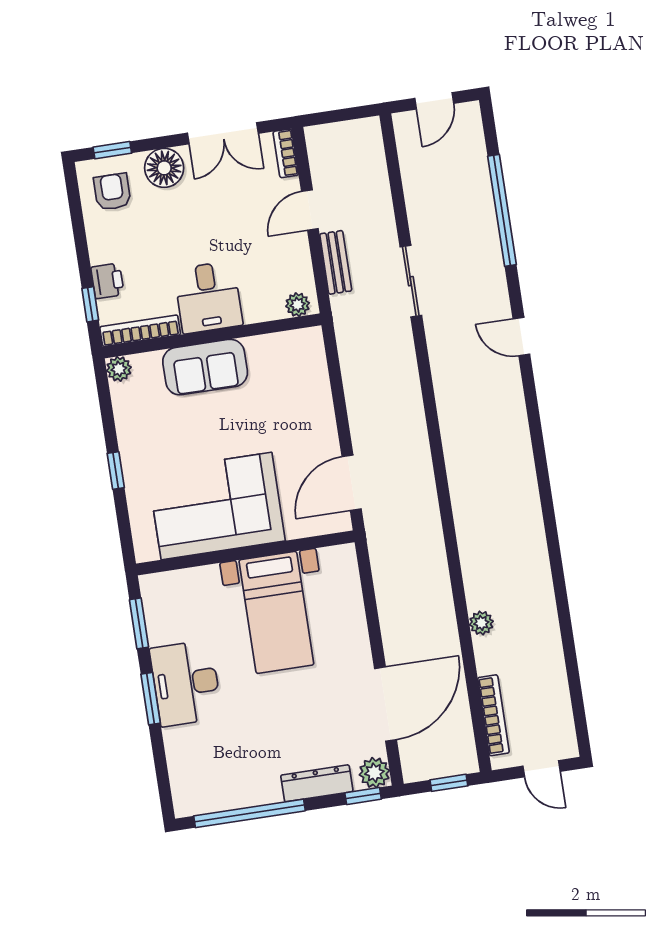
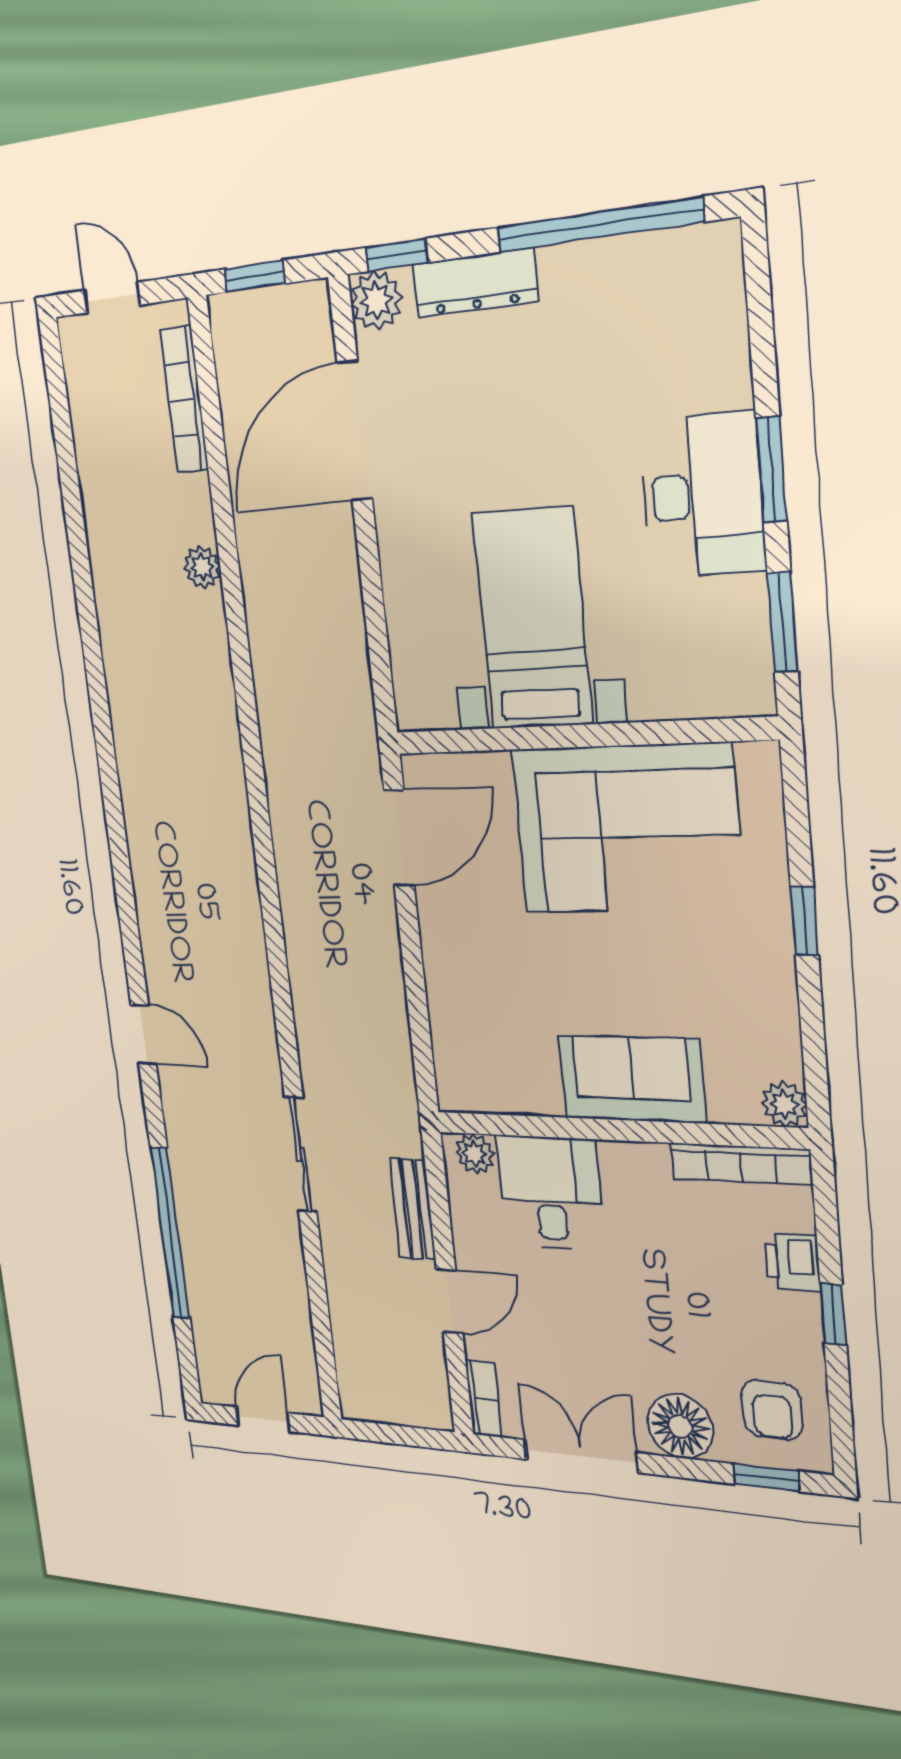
desk: (208, 297) -> (550, 1193), moved
window: (90, 304) -> (833, 1314), moved

